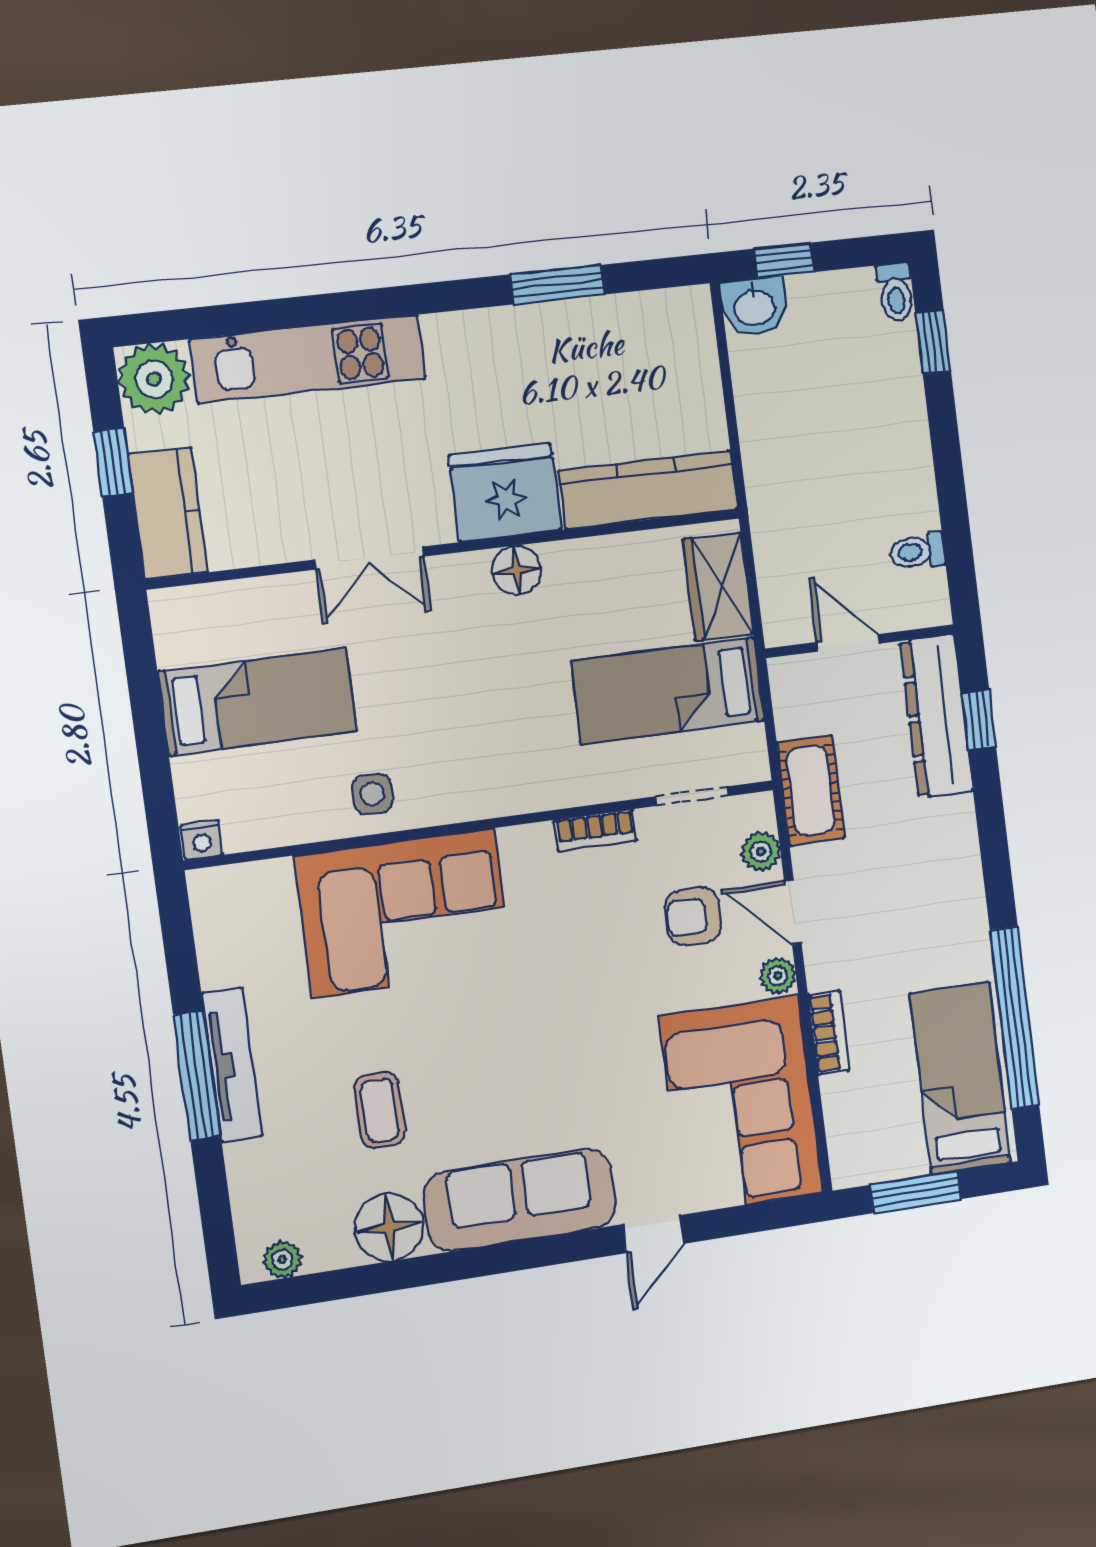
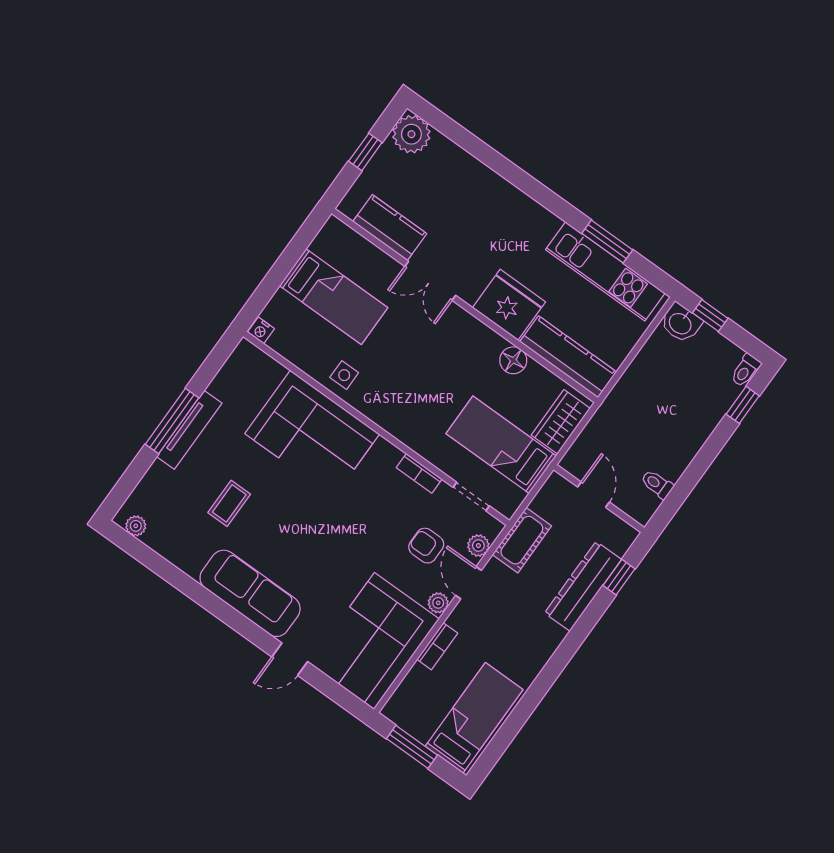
kitchen unit: (308, 359) -> (605, 271), moved
kitchen counter: (168, 513) -> (390, 228), moved, turned -90
floor lamp: (516, 570) -> (513, 360), moved
dresser: (936, 716) -> (583, 586), moved
window: (1015, 1018) -> (520, 715), removed
floor lamp: (389, 1227) -> (189, 554), removed

